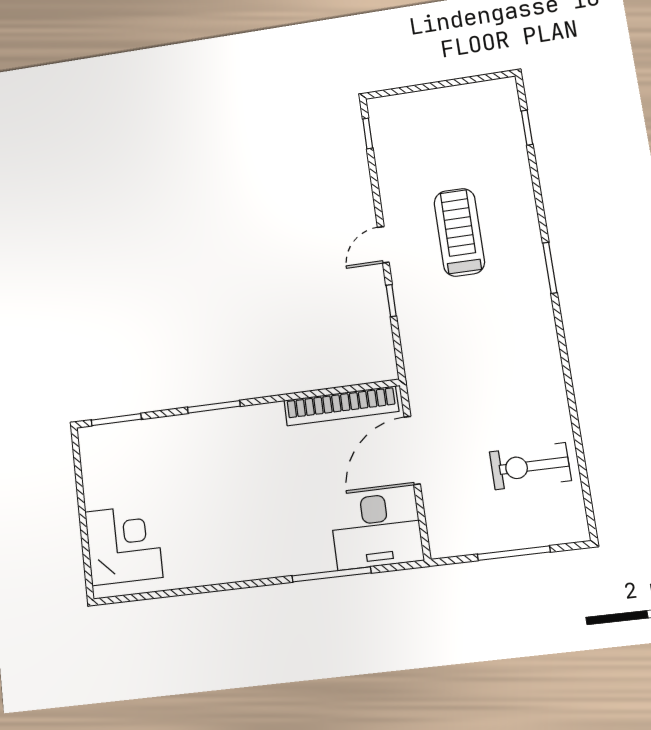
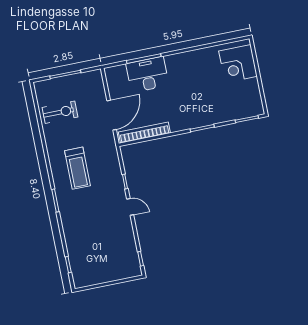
treadmill: (459, 232) -> (78, 168), moved
door: (383, 245) -> (130, 207), hinge flipped
desk: (376, 531) -> (147, 75), moved

